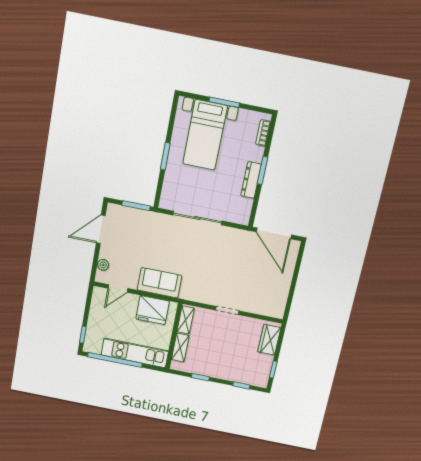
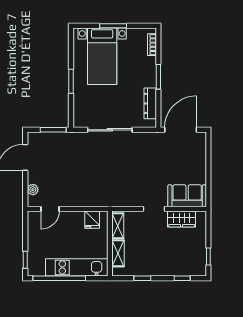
dresser: (251, 180) -> (150, 103), moved
door: (274, 233) -> (181, 130), swing flipped
sofa: (160, 283) -> (187, 196), moved
fridge: (153, 310) -> (92, 220), width x0.53, depth x0.75
wardrobe: (269, 340) -> (182, 219), moved, turned -90

